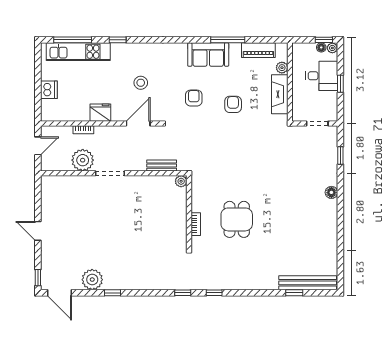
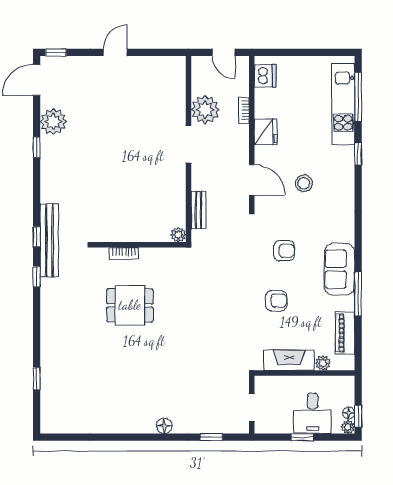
dishwasher: (49, 90) -> (265, 76), moved, turned -90
bench: (308, 283) -> (49, 240), moved

